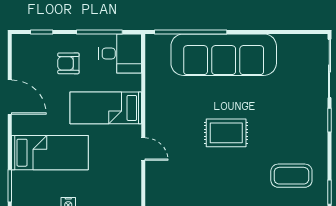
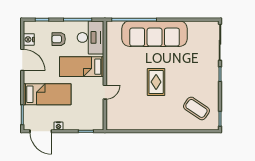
desk: (120, 53) -> (91, 37), width x1.37
nightstand: (20, 64) -> (29, 39), added
rug: (226, 133) -> (156, 82), turned 90
door: (143, 149) -> (105, 92), hinge flipped
coffee table: (291, 176) -> (196, 108), turned 34

